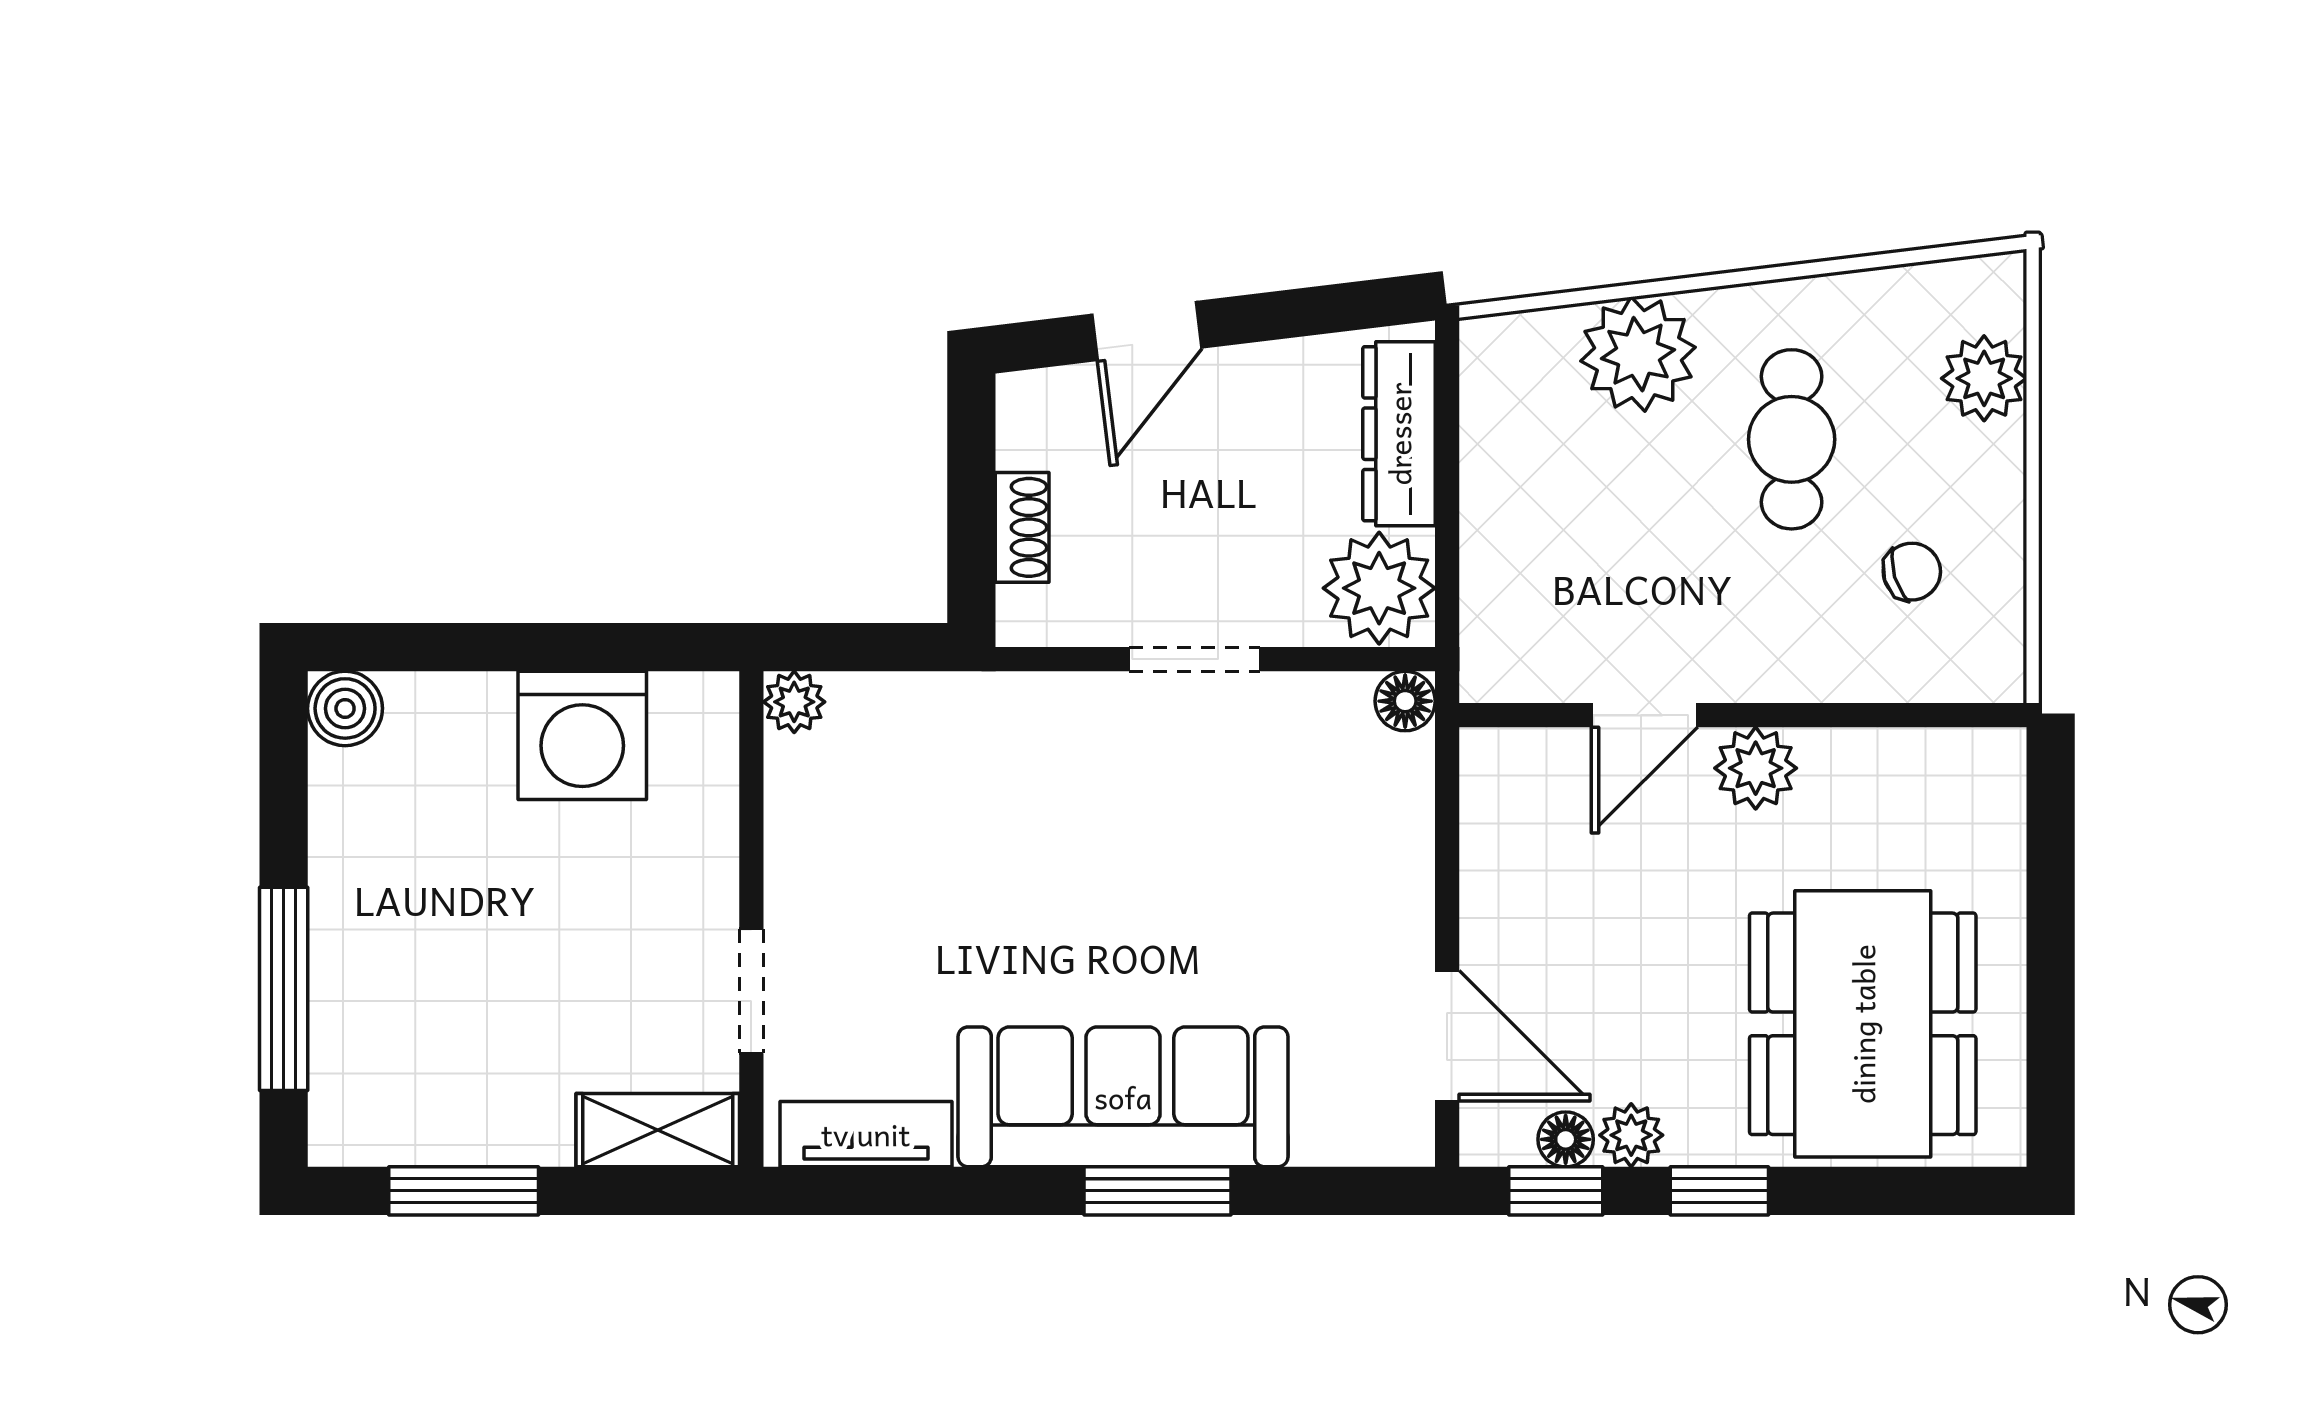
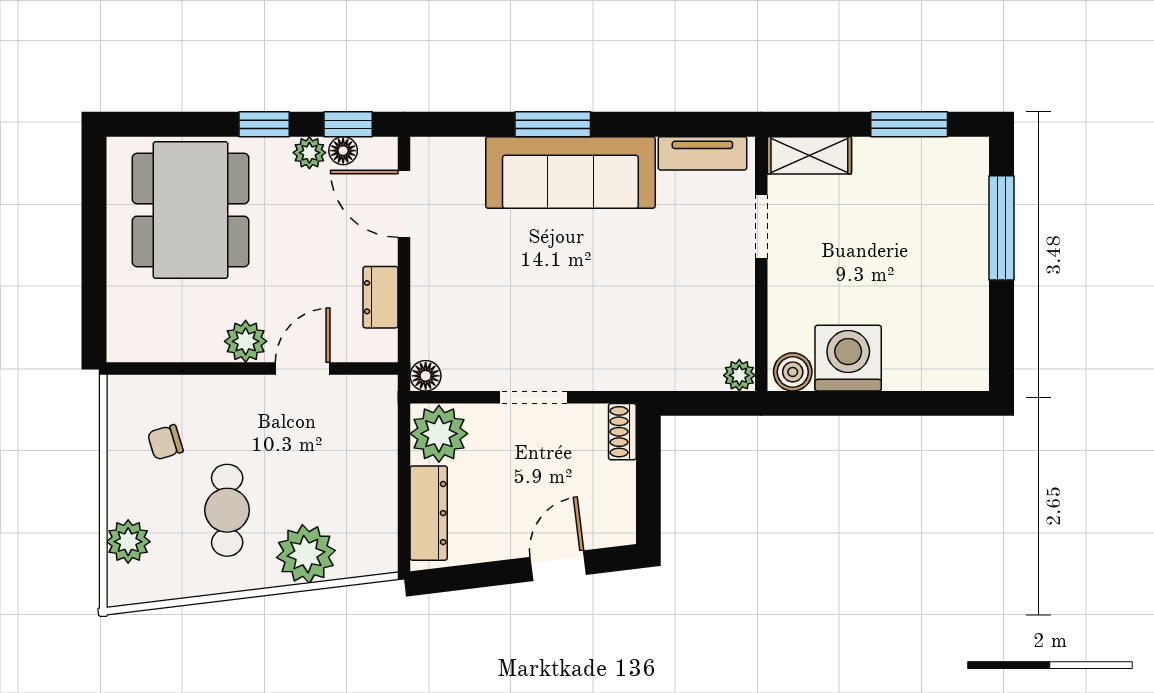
shoe rack: (1022, 527) -> (622, 432), moved
boiler: (345, 708) -> (793, 372), moved
dresser: (1493, 854) -> (381, 297), added

